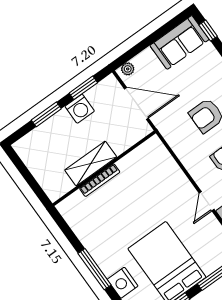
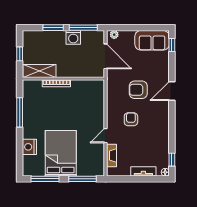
window: (83, 88) -> (83, 28), width x1.44
shelving: (91, 164) -> (39, 71), moved
window: (28, 177) -> (20, 54), added
window: (95, 269) -> (20, 112), moved

